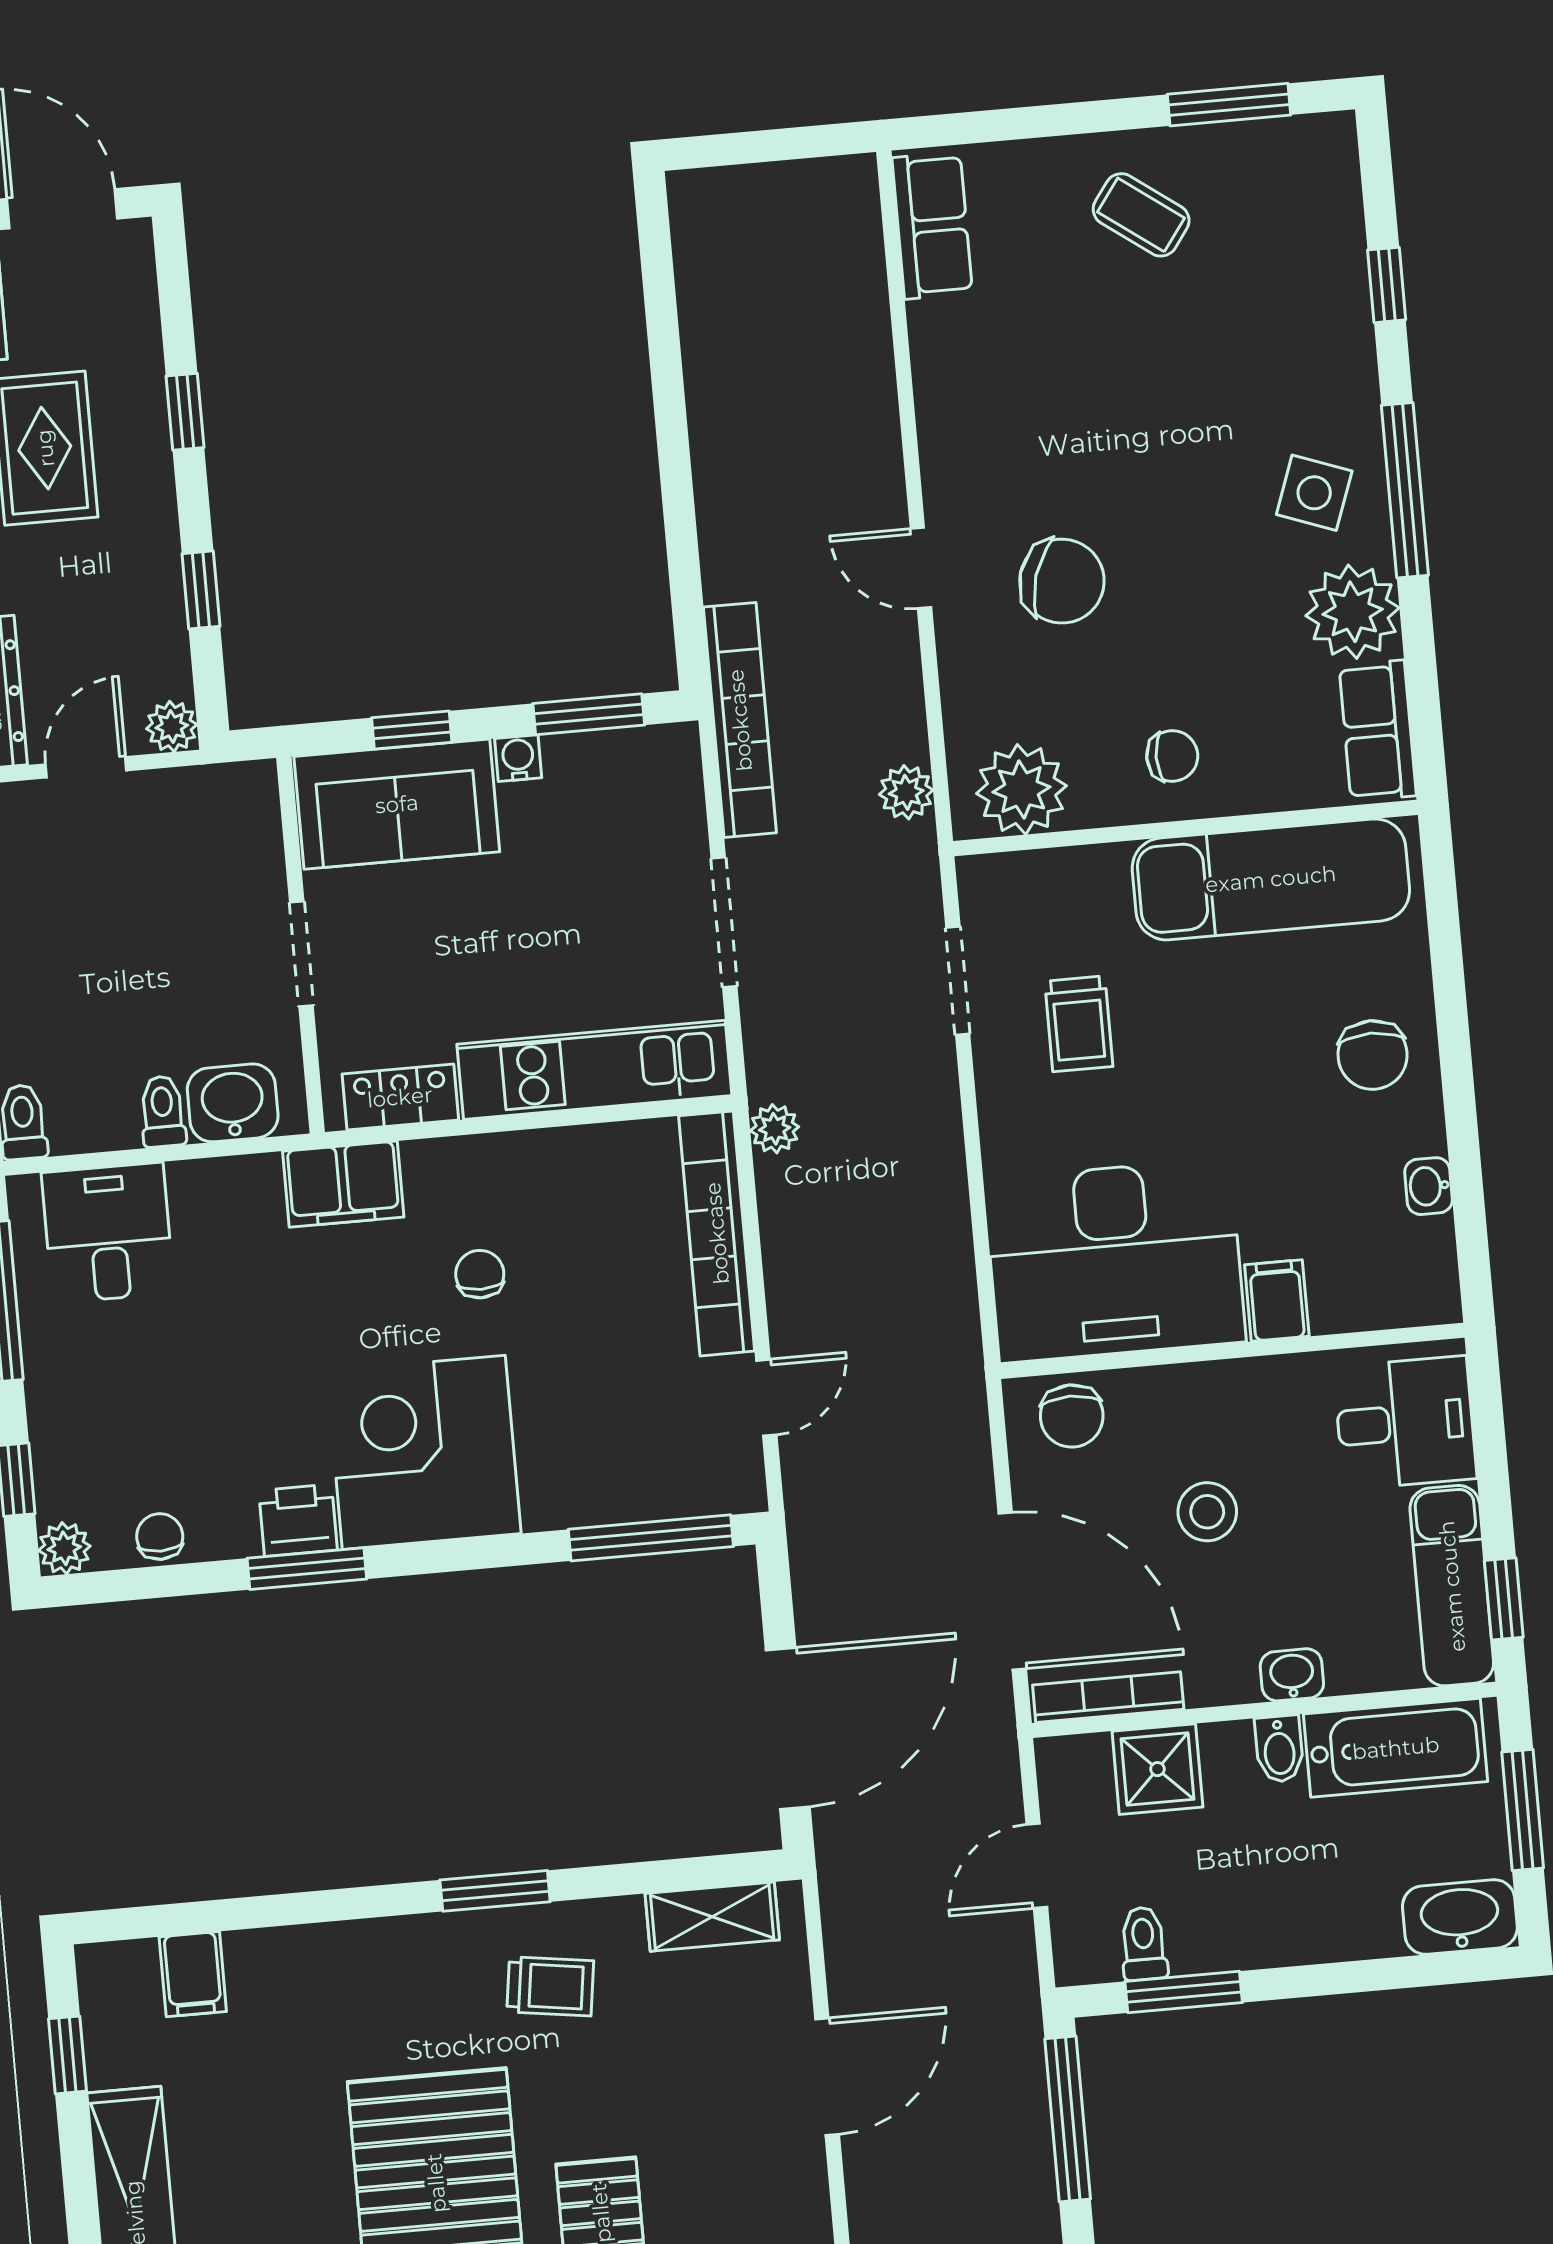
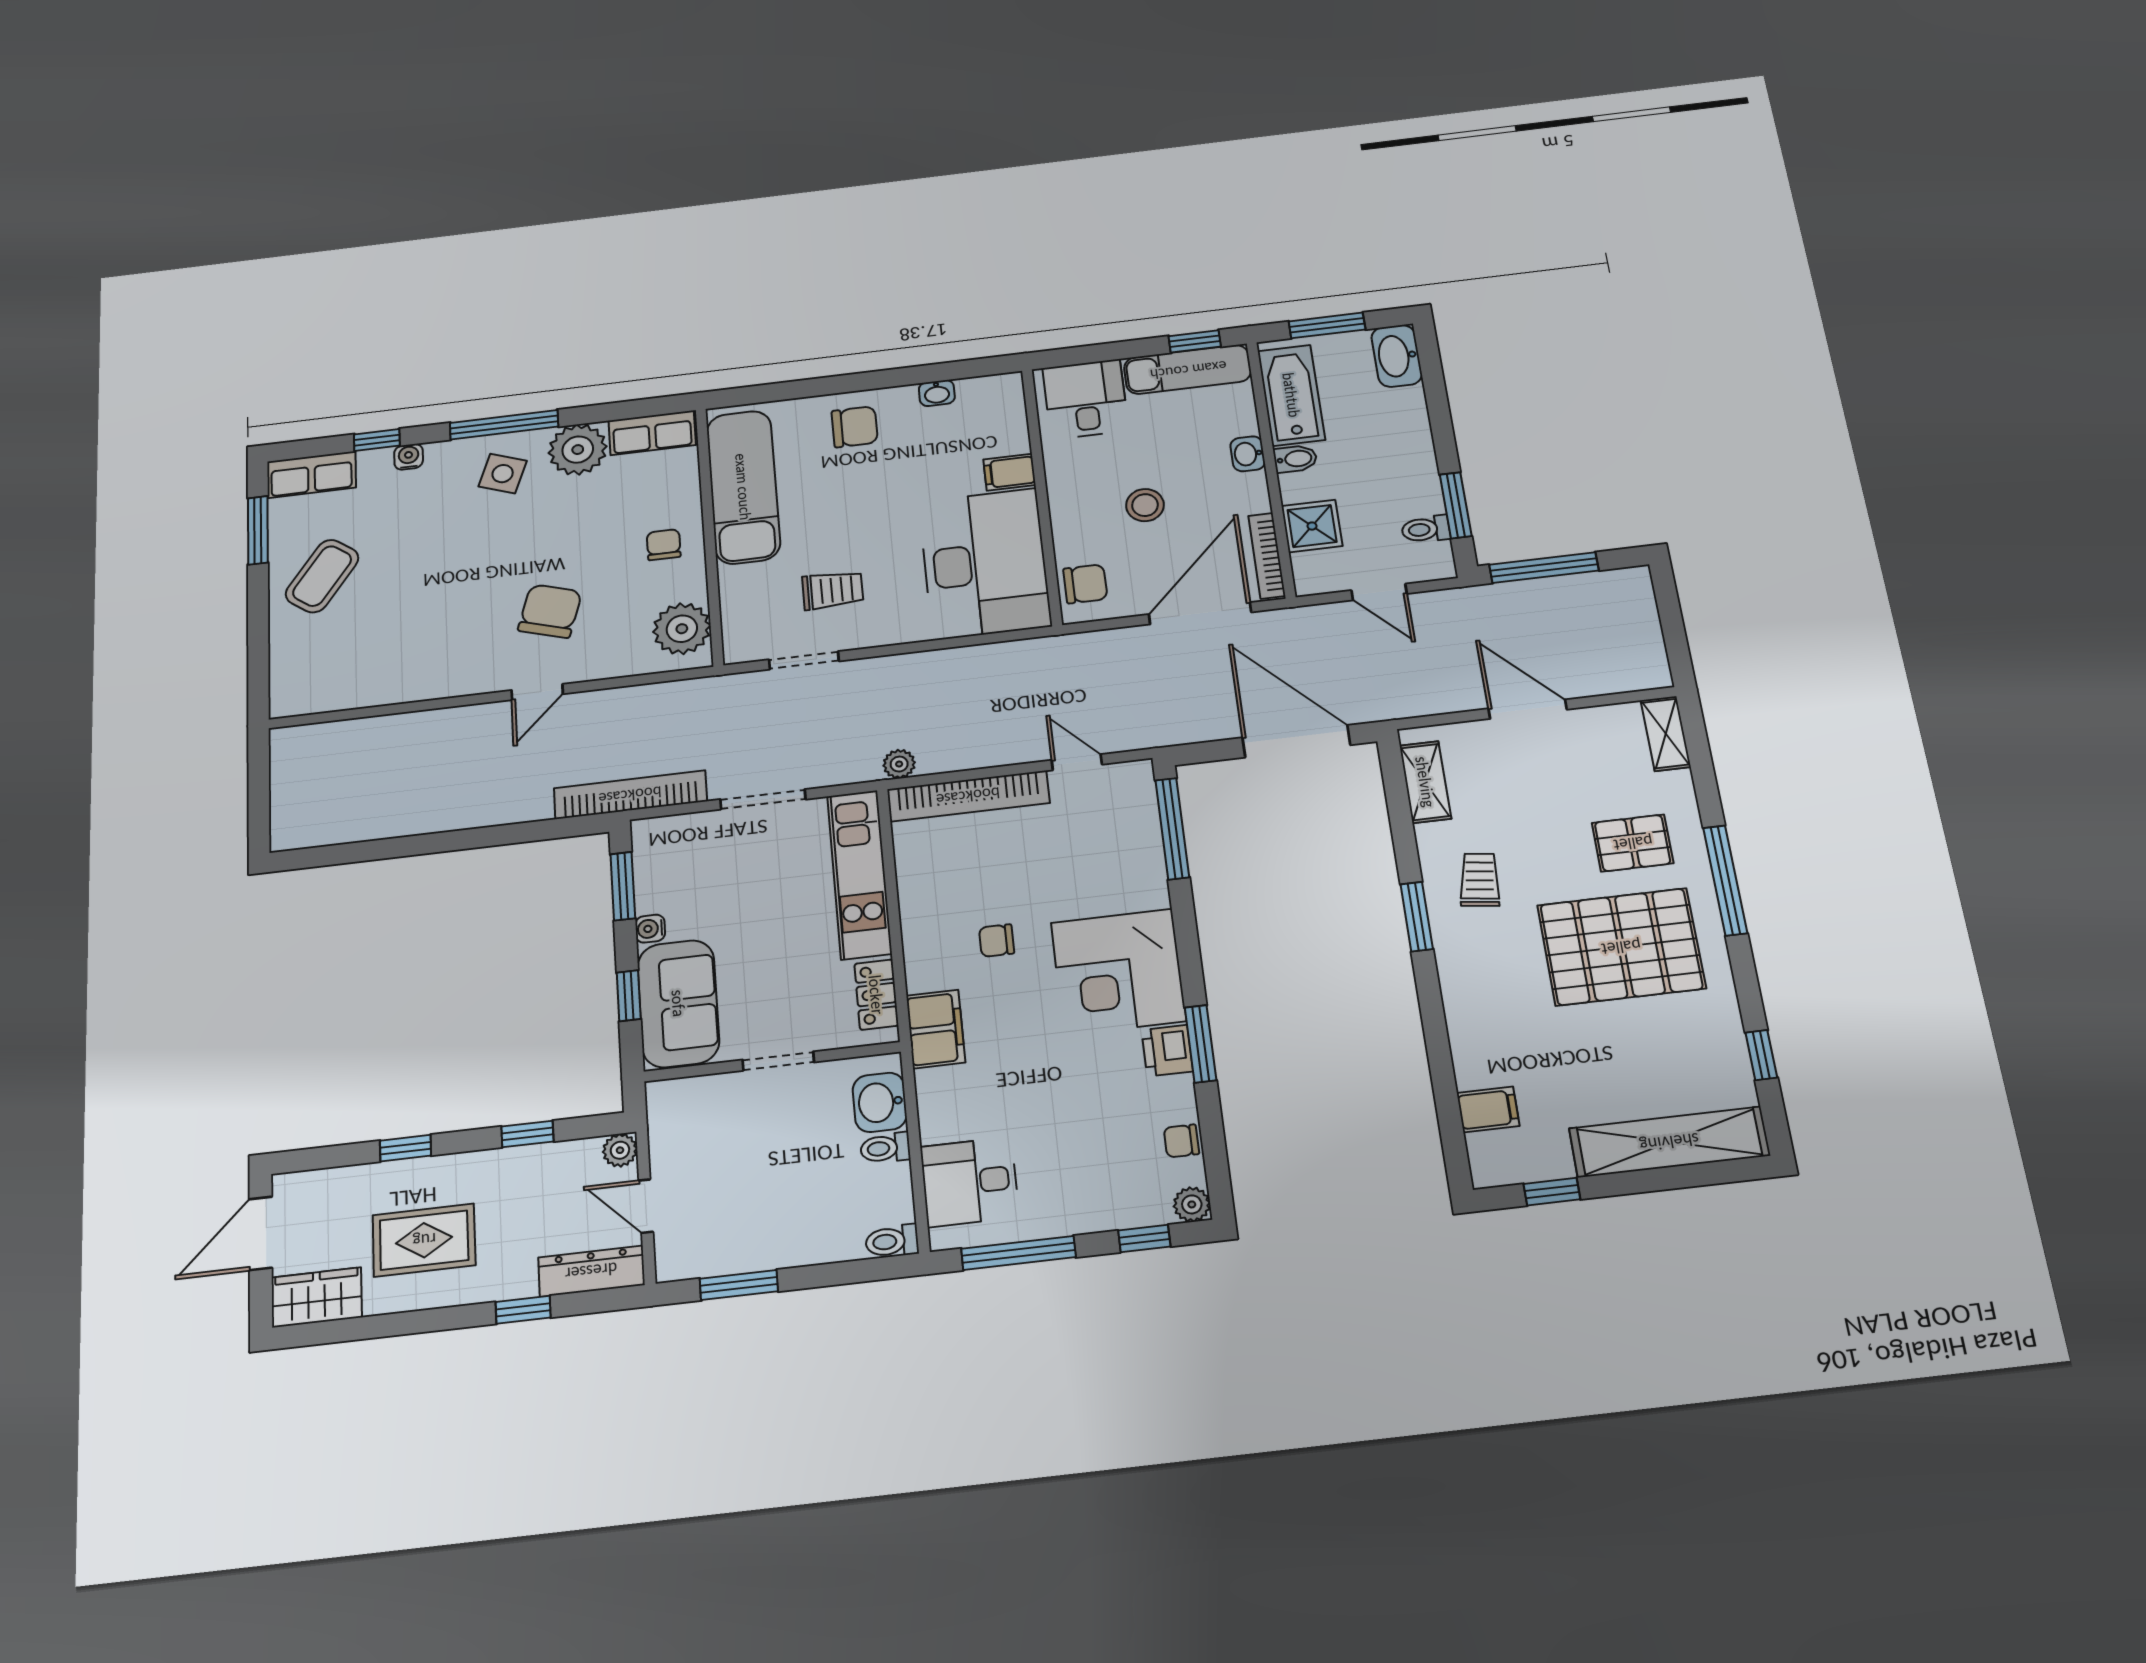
coffee table: (1141, 215) -> (322, 576), width x1.36, depth x1.30
row of seats: (932, 226) -> (312, 475), moved, turned 180
water cooler: (1353, 339) -> (409, 457), added
plant: (906, 792) -> (681, 695), removed

